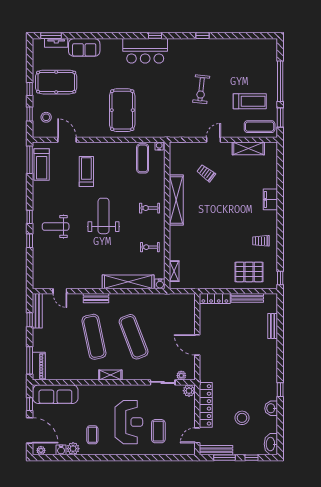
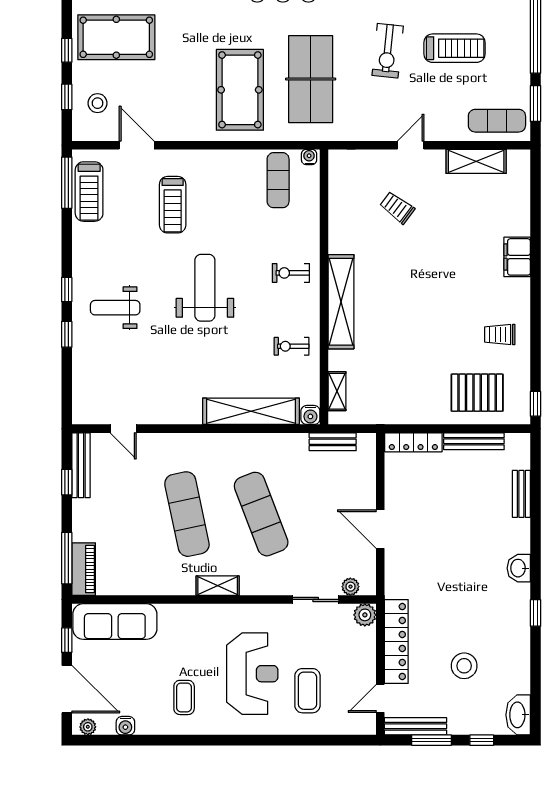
treadmill: (250, 101) -> (454, 48), moved
table tennis table: (160, 104) -> (311, 79), added
treadmill: (86, 172) -> (173, 205), turned 180
shelving: (176, 200) -> (341, 302), moved
bench: (96, 298) -> (333, 442), moved
washbasin: (271, 408) -> (519, 568), moved
plant: (73, 449) -> (148, 723), removed

